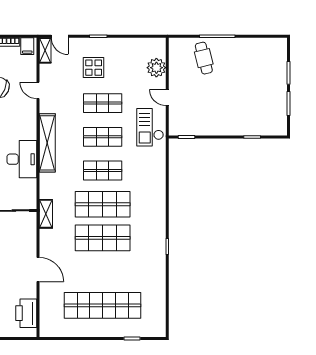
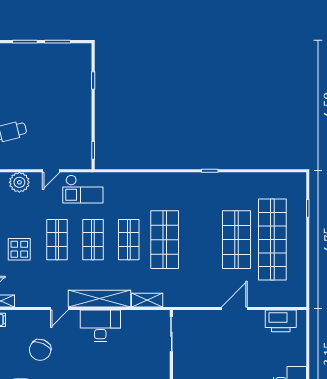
door: (38, 90) -> (59, 308), moved
desk: (22, 159) -> (100, 326), moved
shelving: (46, 214) -> (147, 300), moved
shop shelf: (103, 238) -> (236, 240), moved

